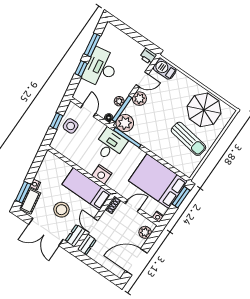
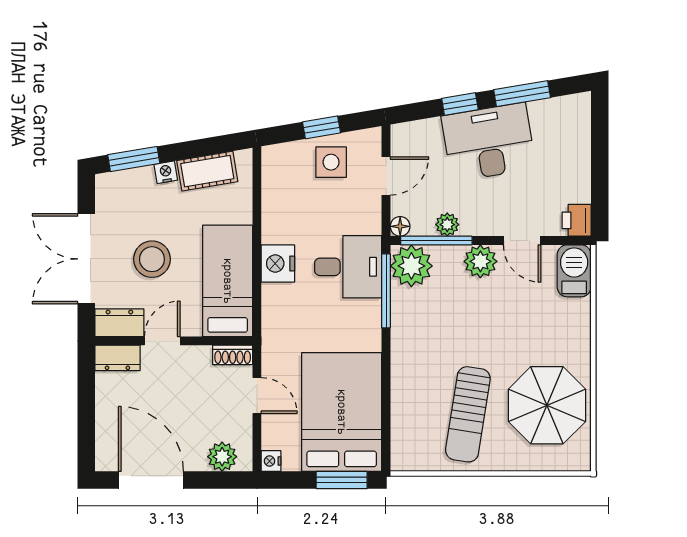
nightstand: (102, 174) -> (278, 264), moved
cot: (30, 201) -> (207, 171), moved

